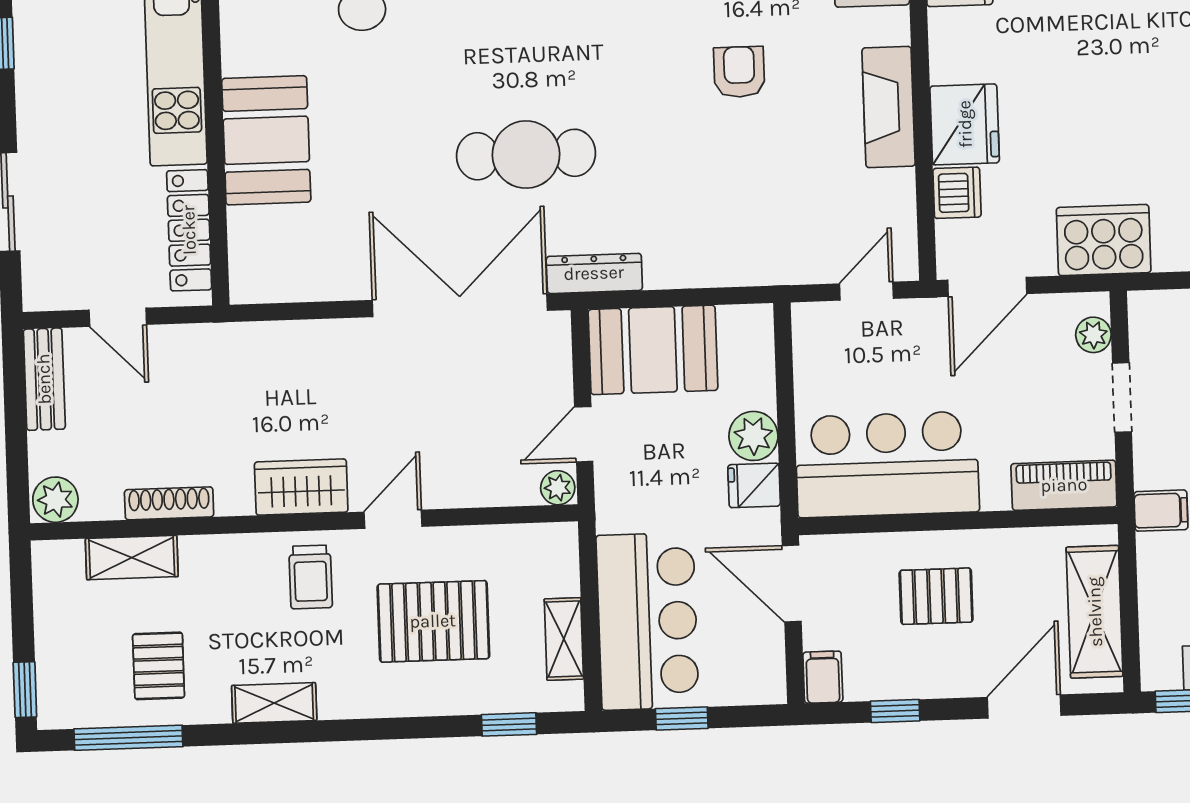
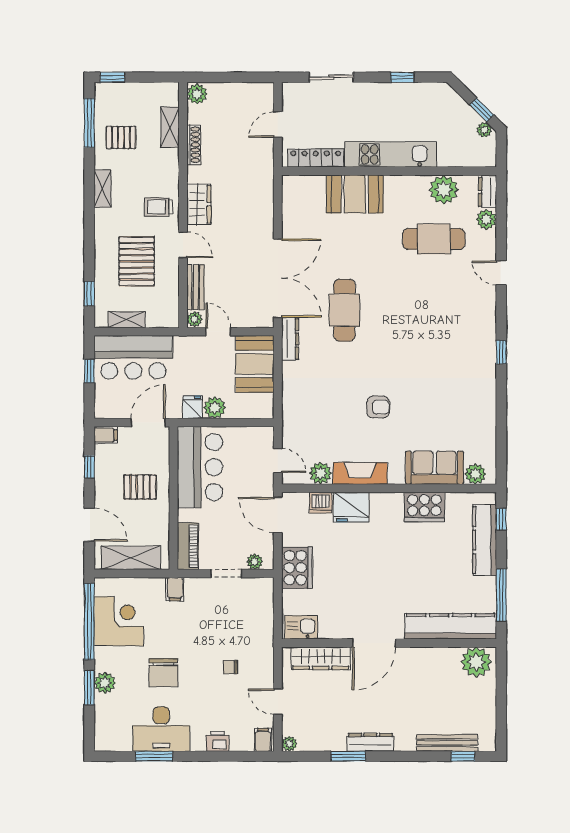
plant: (891, 195) -> (320, 473), added
bench: (44, 379) -> (196, 287), moved, turned 90
pallet: (936, 596) -> (140, 487), turned 90

